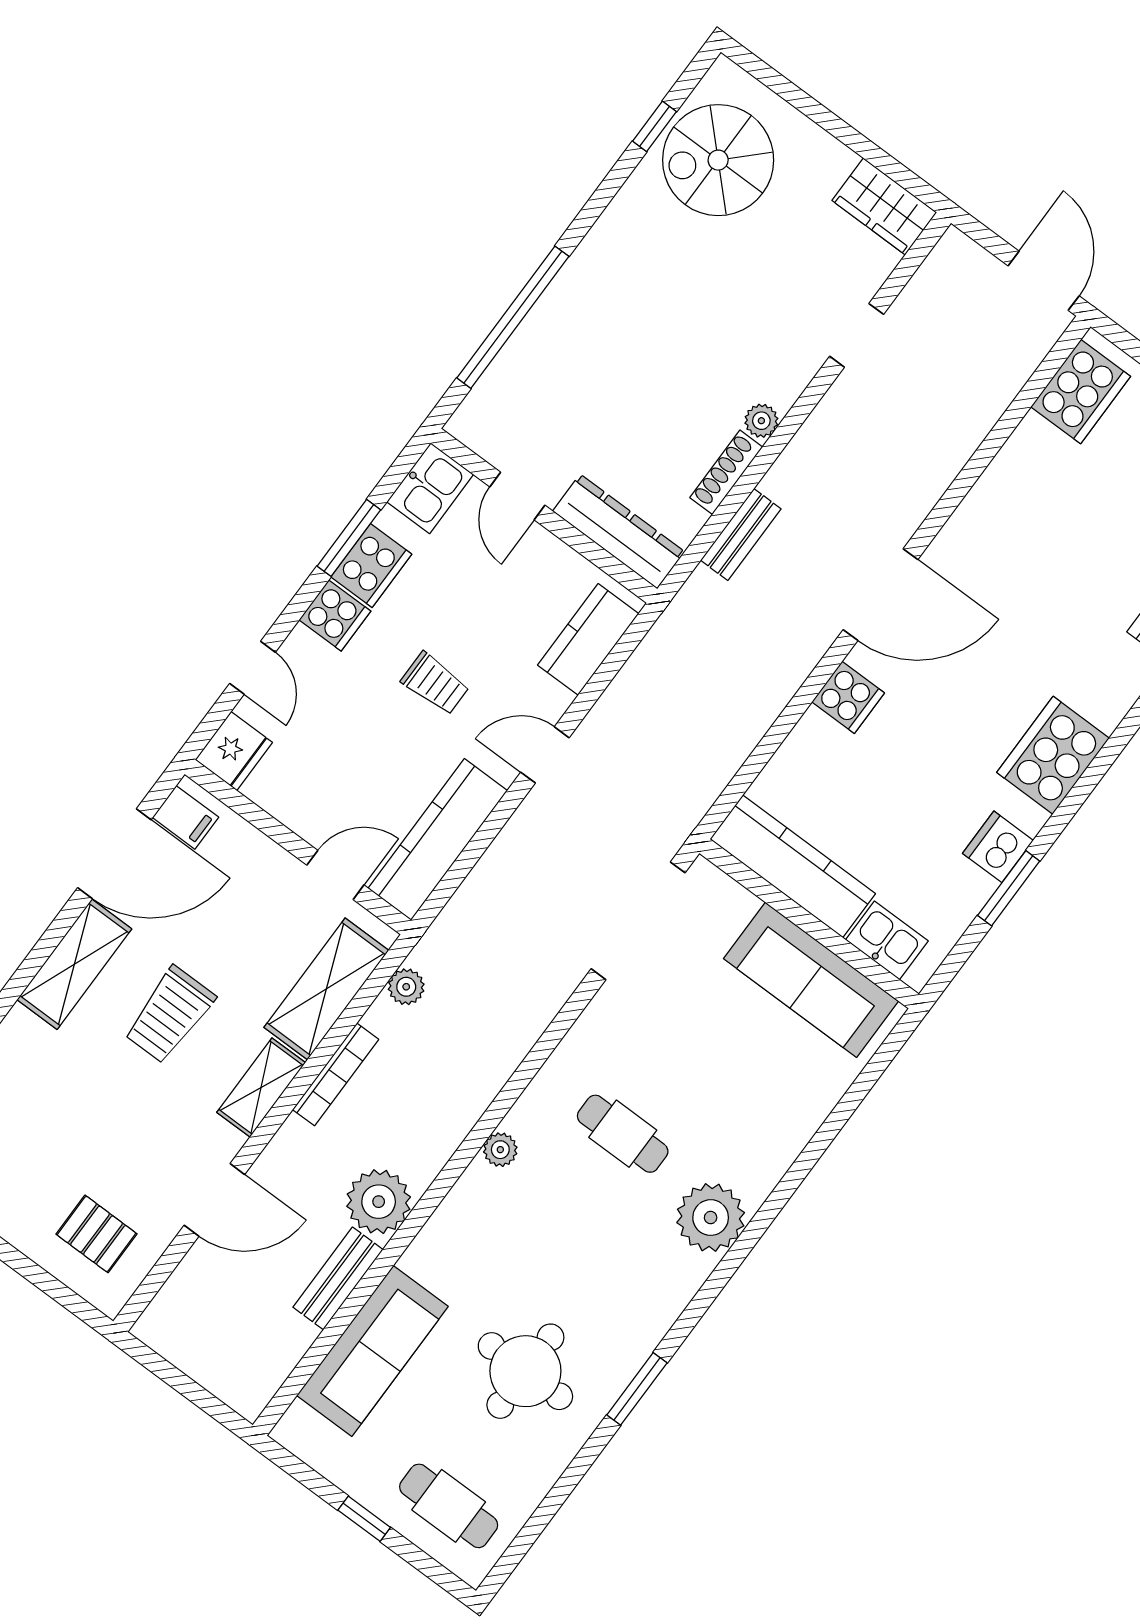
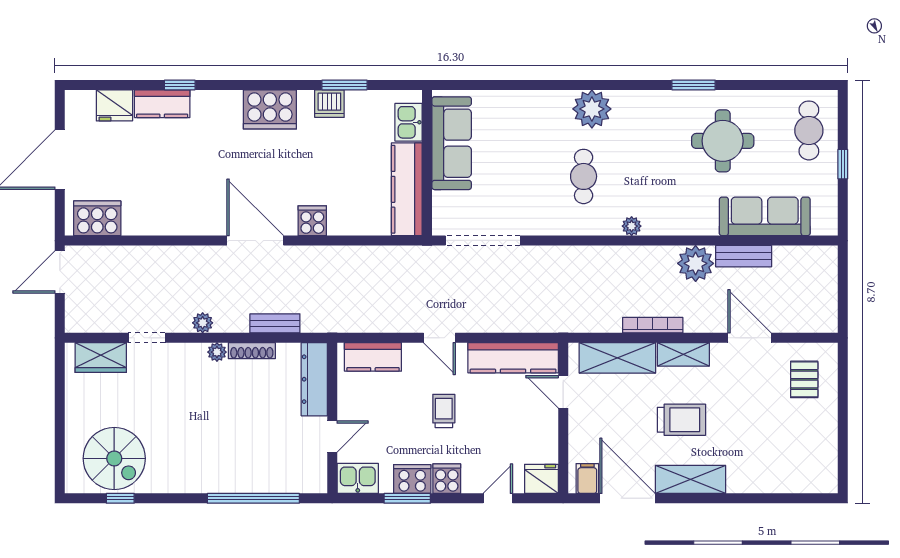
wardrobe: (884, 206) -> (101, 358), moved, turned 90
plant: (406, 987) -> (203, 323), moved

